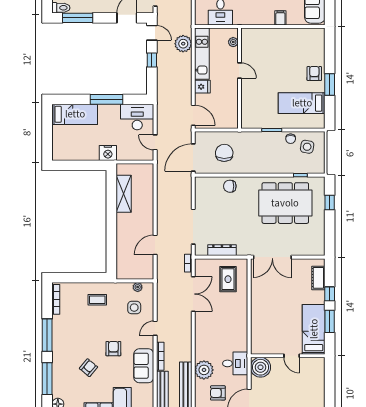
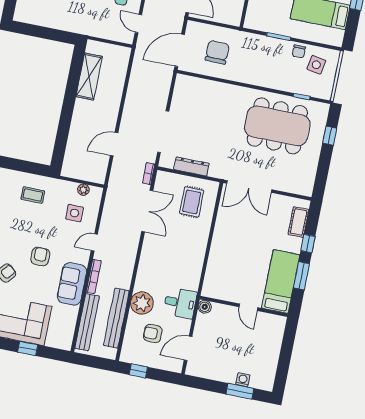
nightstand: (108, 153) -> (80, 25), removed
chair: (230, 186) -> (216, 93), removed
boiler: (260, 367) -> (205, 307), width x0.54, depth x0.54

